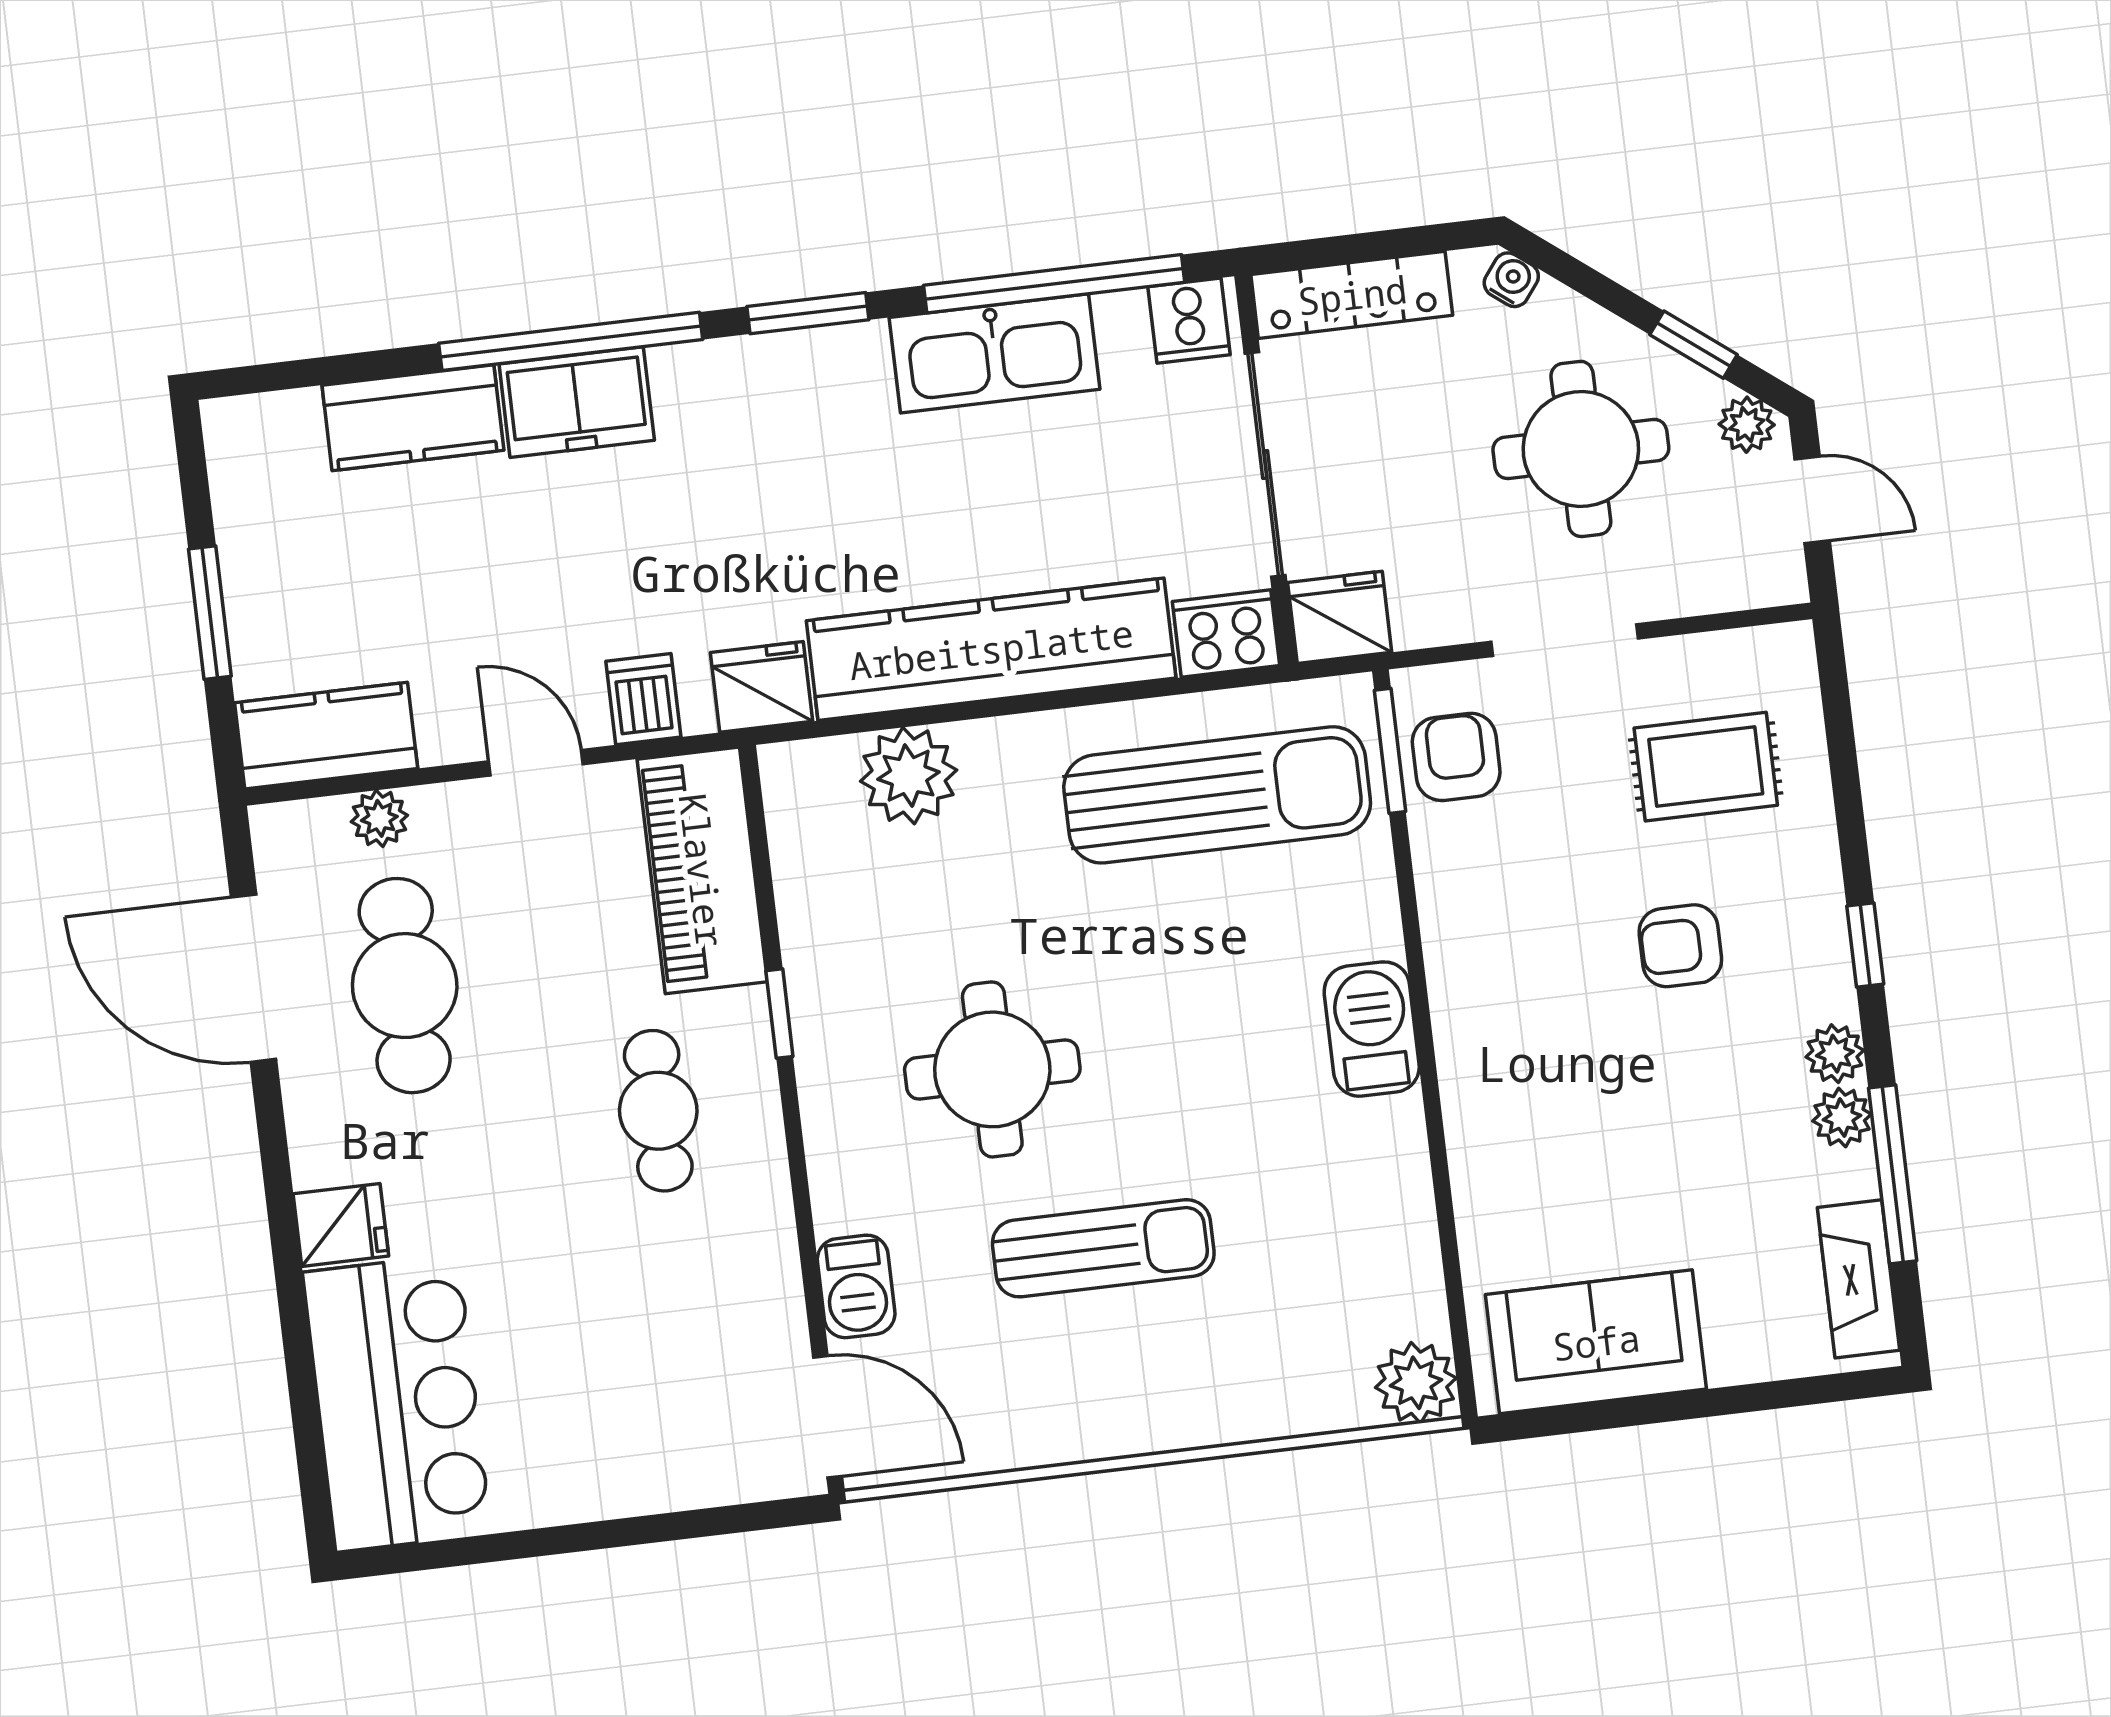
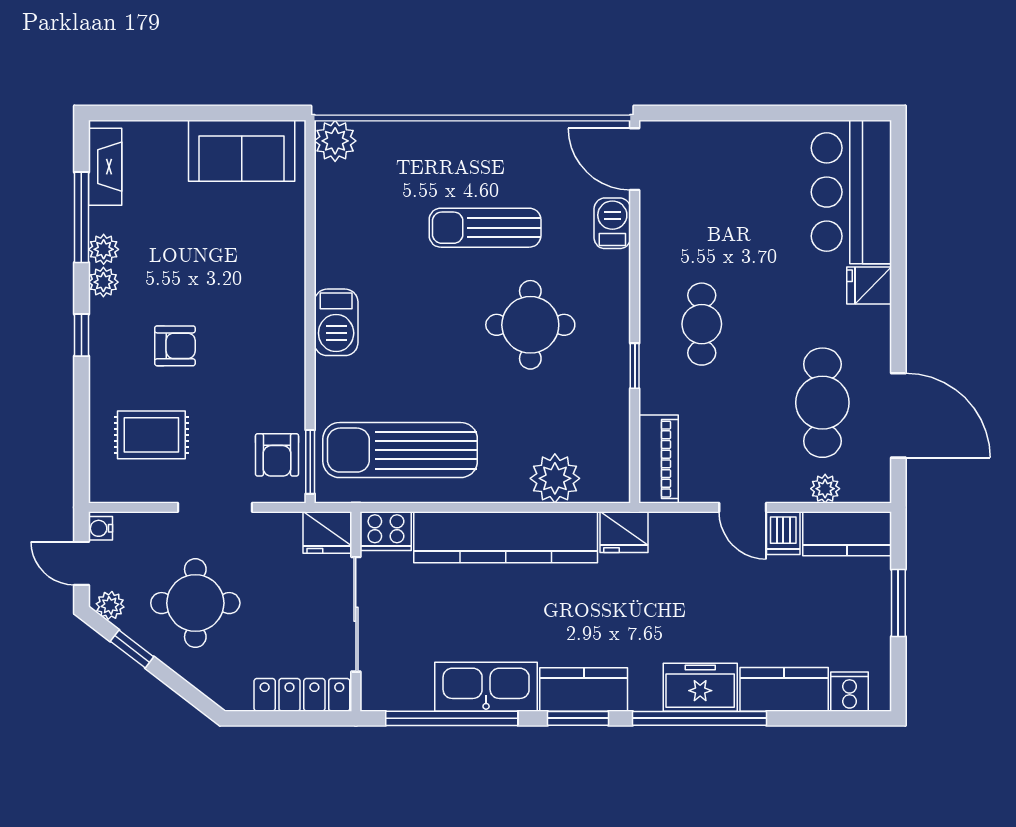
water cooler: (1511, 280) -> (100, 528), moved, turned 52
cooker: (1189, 321) -> (850, 692), moved
kitchen counter: (804, 371) -> (584, 689), added
dishwasher: (643, 699) -> (783, 533), moved
piano: (702, 870) -> (659, 459), width x0.73, depth x0.75

